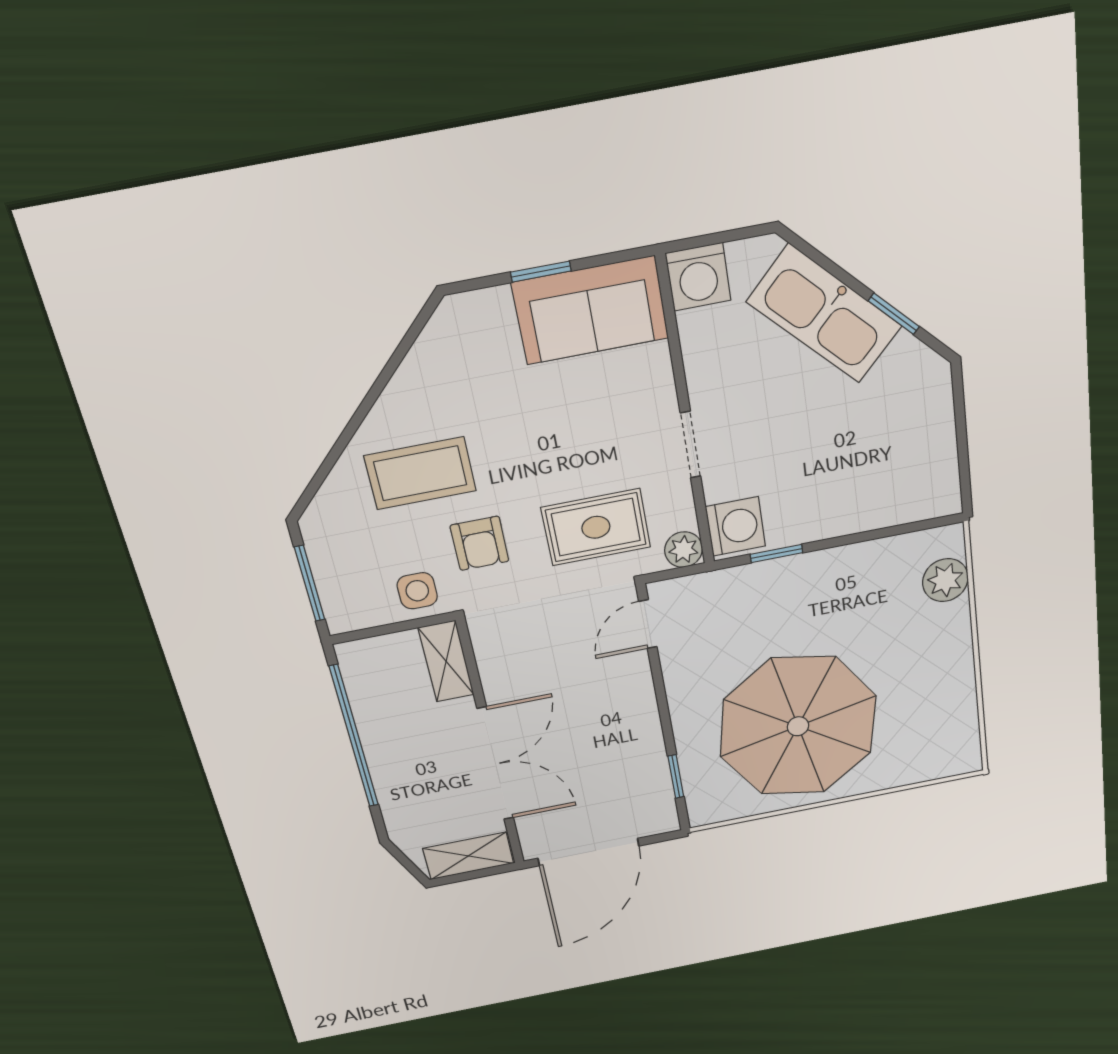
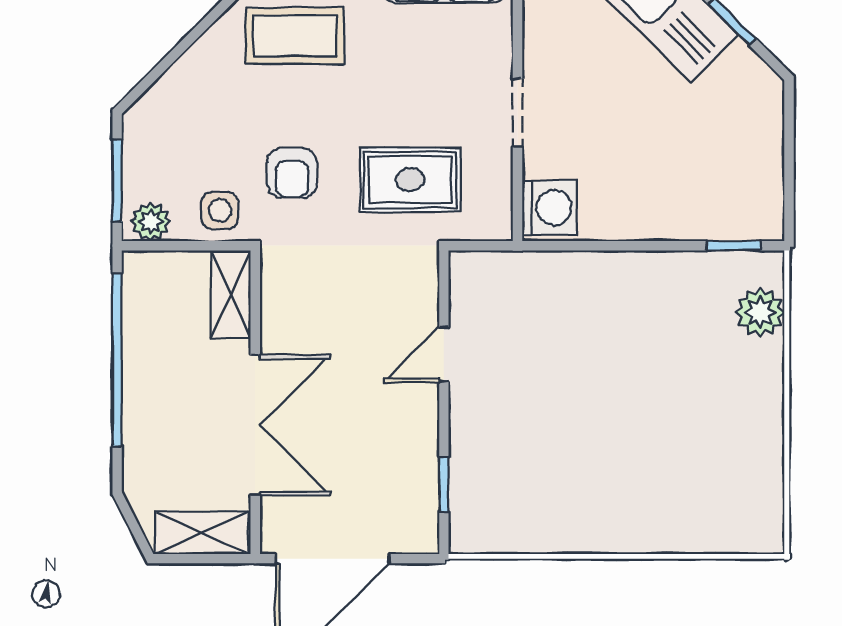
coffee table: (420, 473) -> (295, 36), moved
plant: (684, 550) -> (151, 222), moved
window: (776, 553) -> (734, 246), moved
door: (648, 624) -> (444, 354), moved
parasol: (798, 726) -> (585, 452), removed

